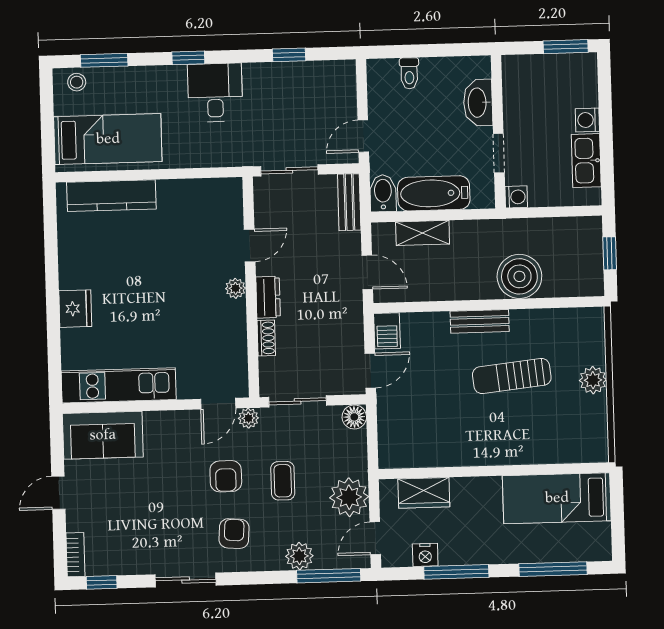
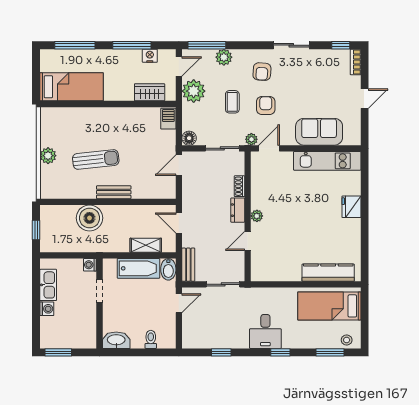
washbasin: (478, 103) -> (116, 340), moved, turned -90
barbecue: (387, 331) -> (168, 119), moved
sofa: (103, 435) -> (319, 132), moved

